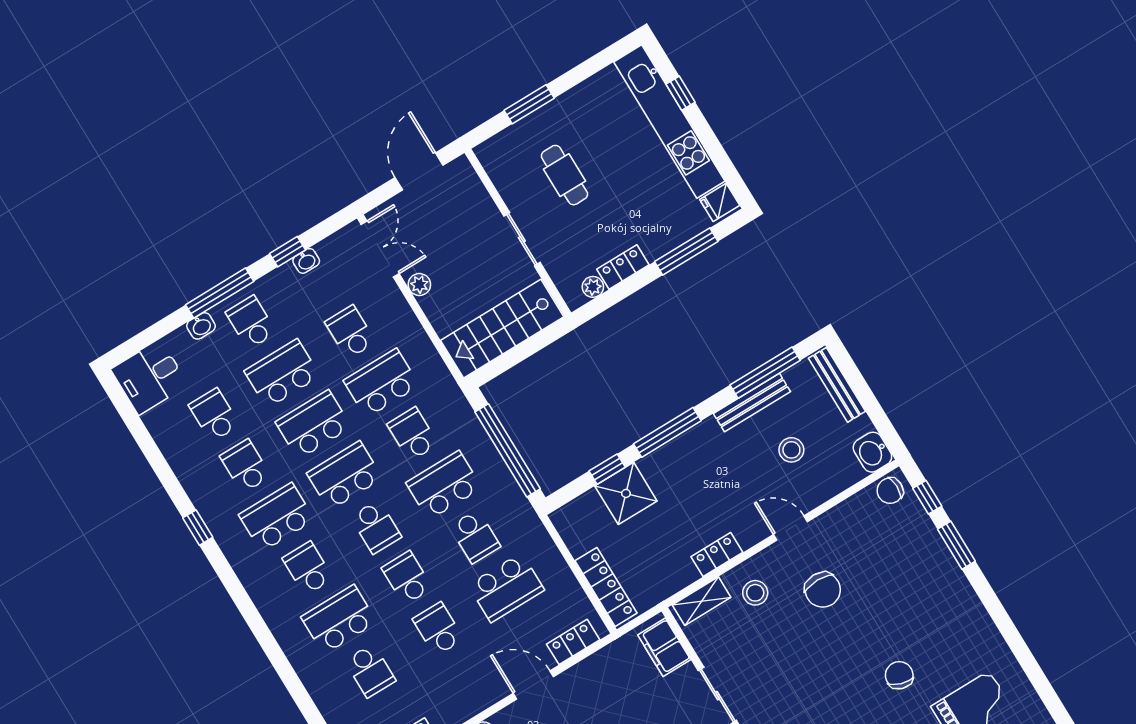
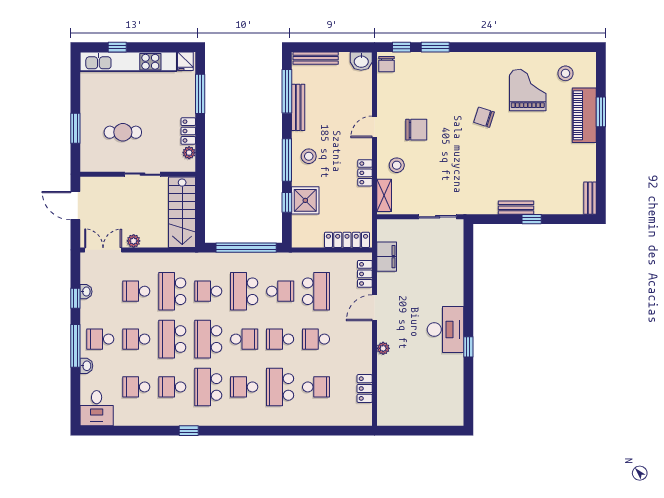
school desk: (282, 374) -> (136, 339), width x0.54
stool: (791, 450) -> (309, 156), moved
filing cabinet: (664, 647) -> (387, 257), moved, turned -90

